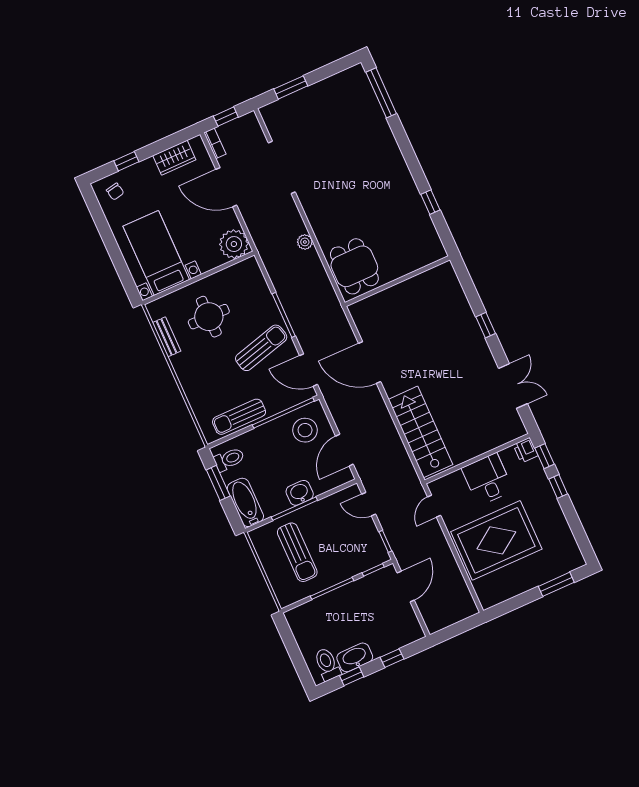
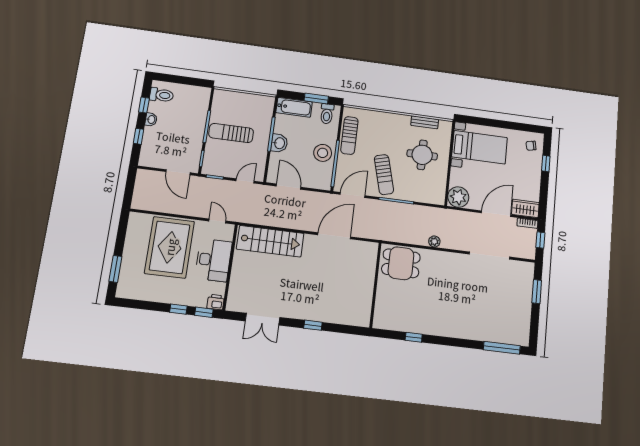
wardrobe: (174, 158) -> (525, 208), moved, turned 90
sun lounger: (239, 417) -> (349, 135), turned 180
stool: (305, 430) -> (323, 153), moved
desk: (487, 479) -> (213, 260), width x1.37
sun lounger: (297, 552) -> (231, 133), moved
washbasin: (355, 657) -> (151, 119), width x0.52, depth x0.69

